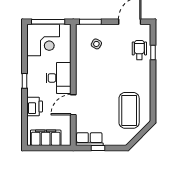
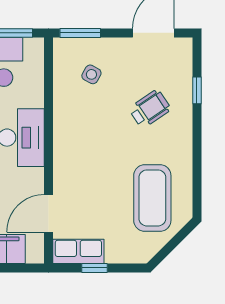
wheelchair: (139, 50) -> (150, 109), moved, turned 56
door: (73, 105) -> (48, 213), moved

